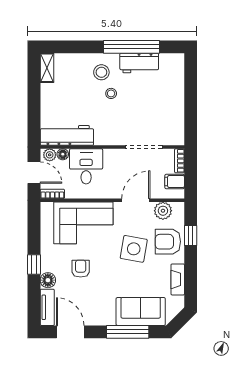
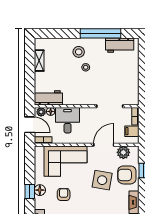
workbench: (139, 63) -> (120, 45), moved
shelving: (47, 68) -> (39, 61), moved
workbench: (67, 135) -> (48, 98), width x0.73
floor lamp: (48, 280) -> (40, 190), moved

